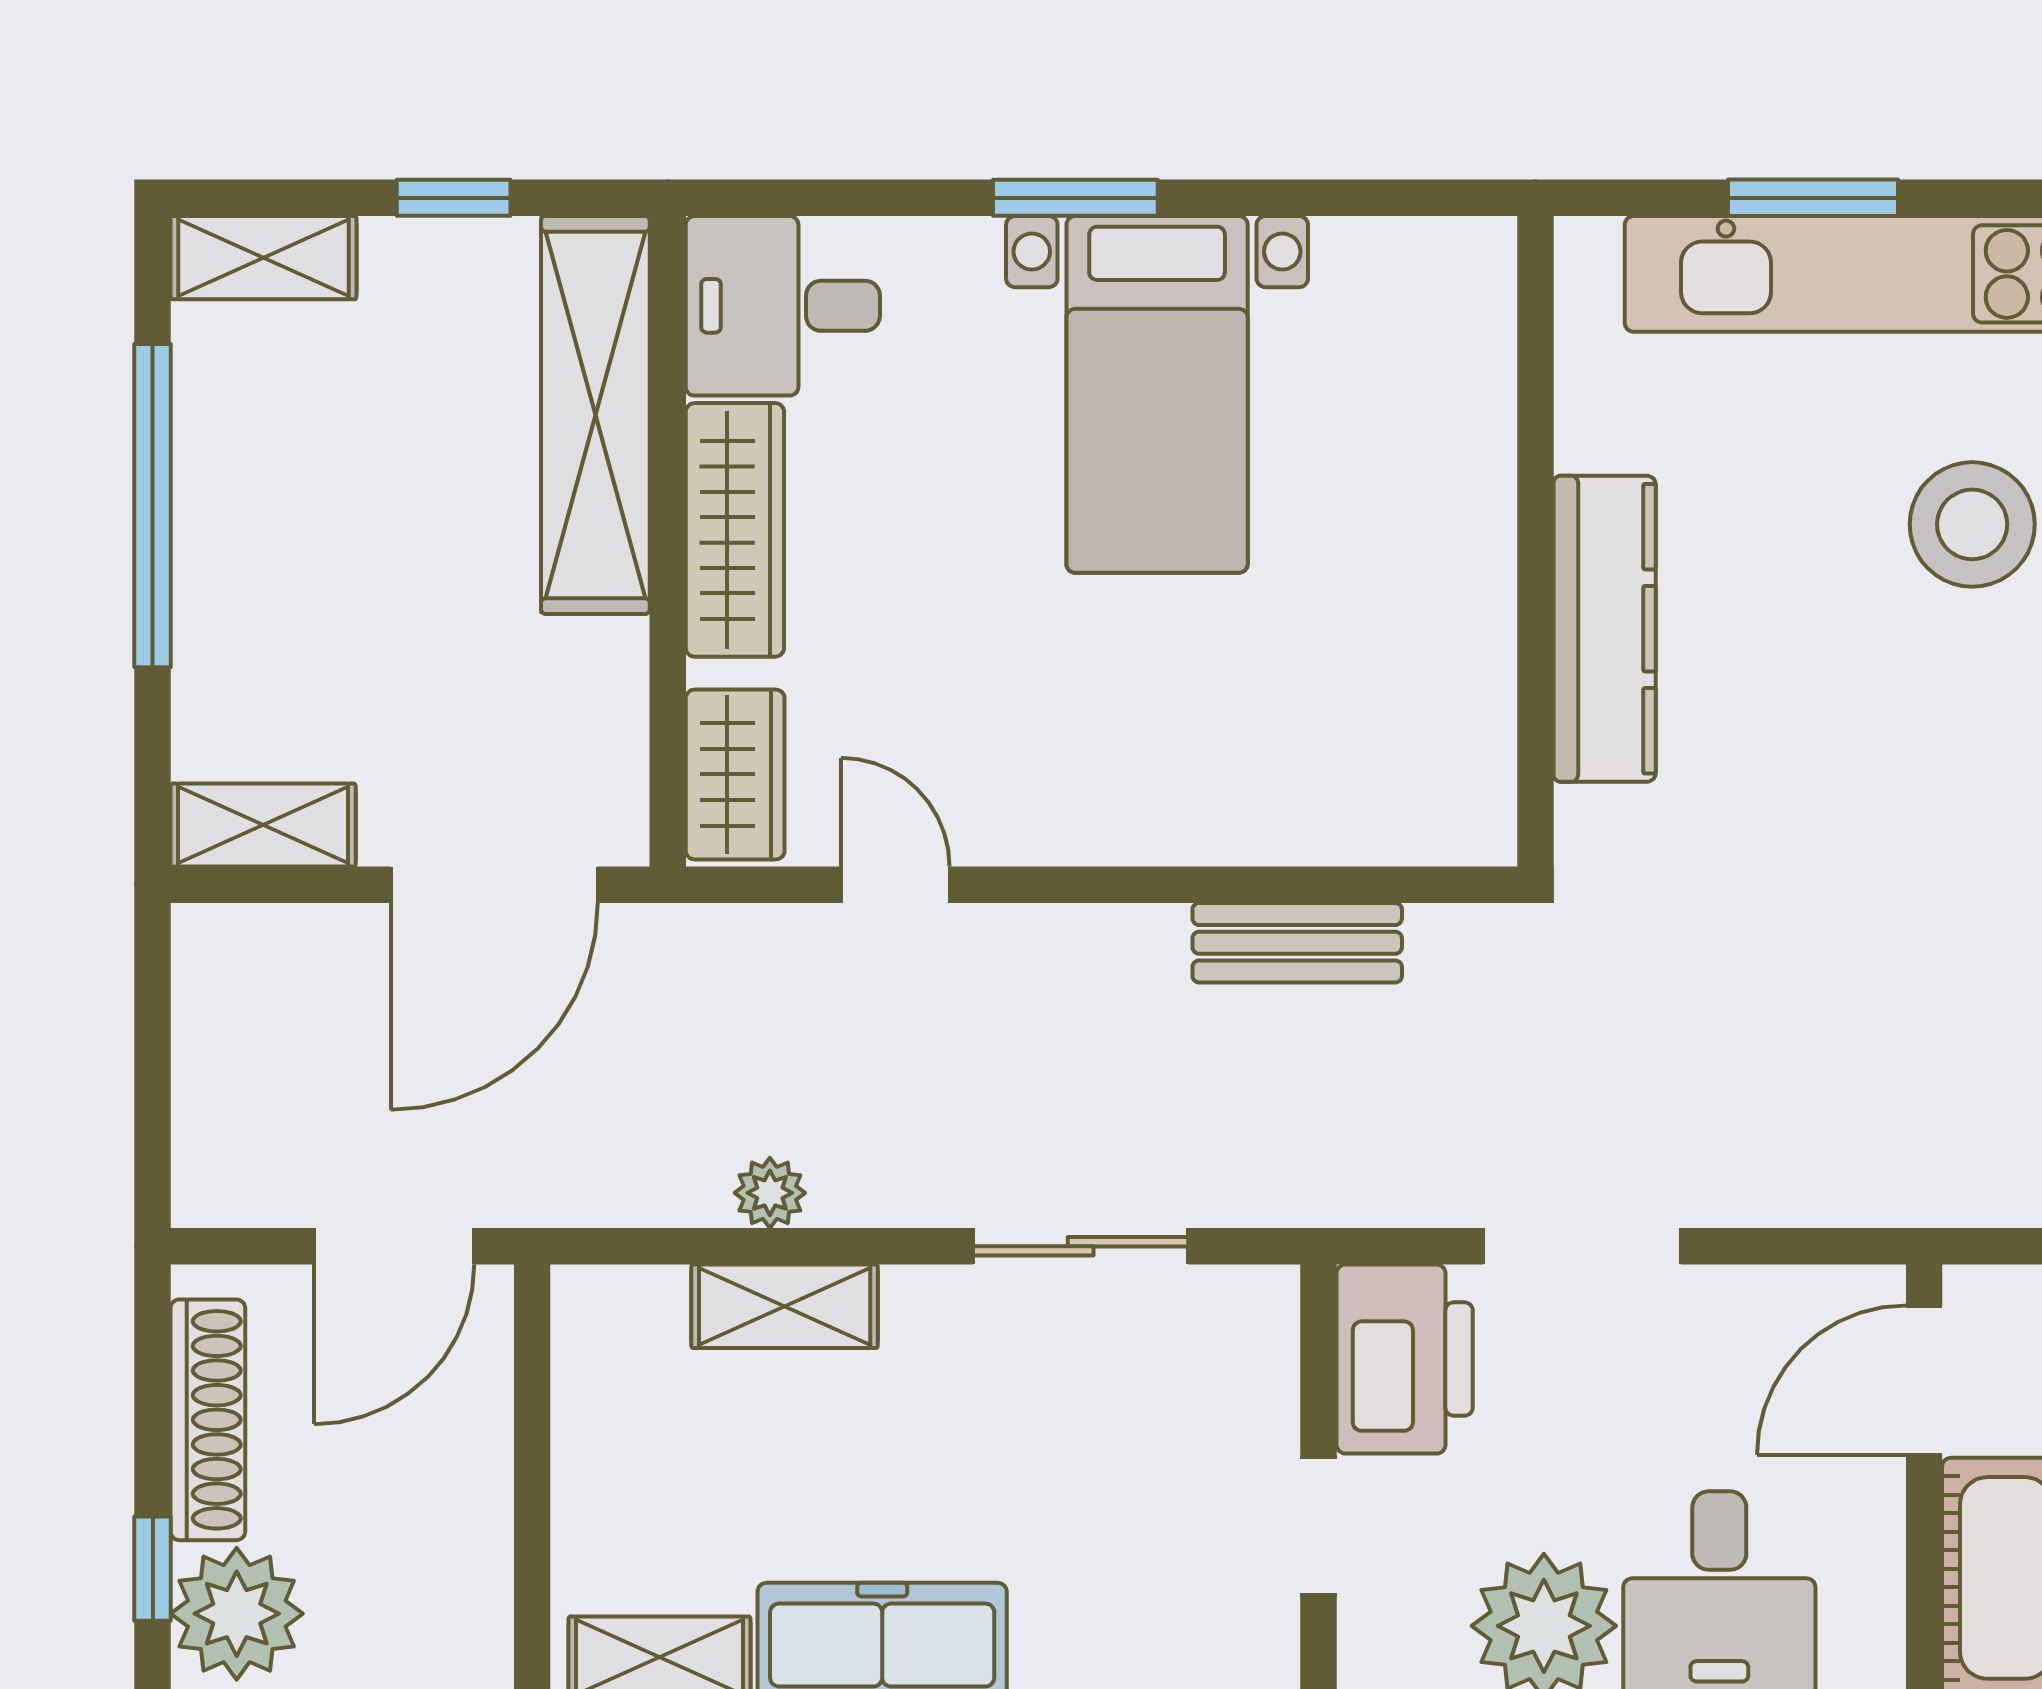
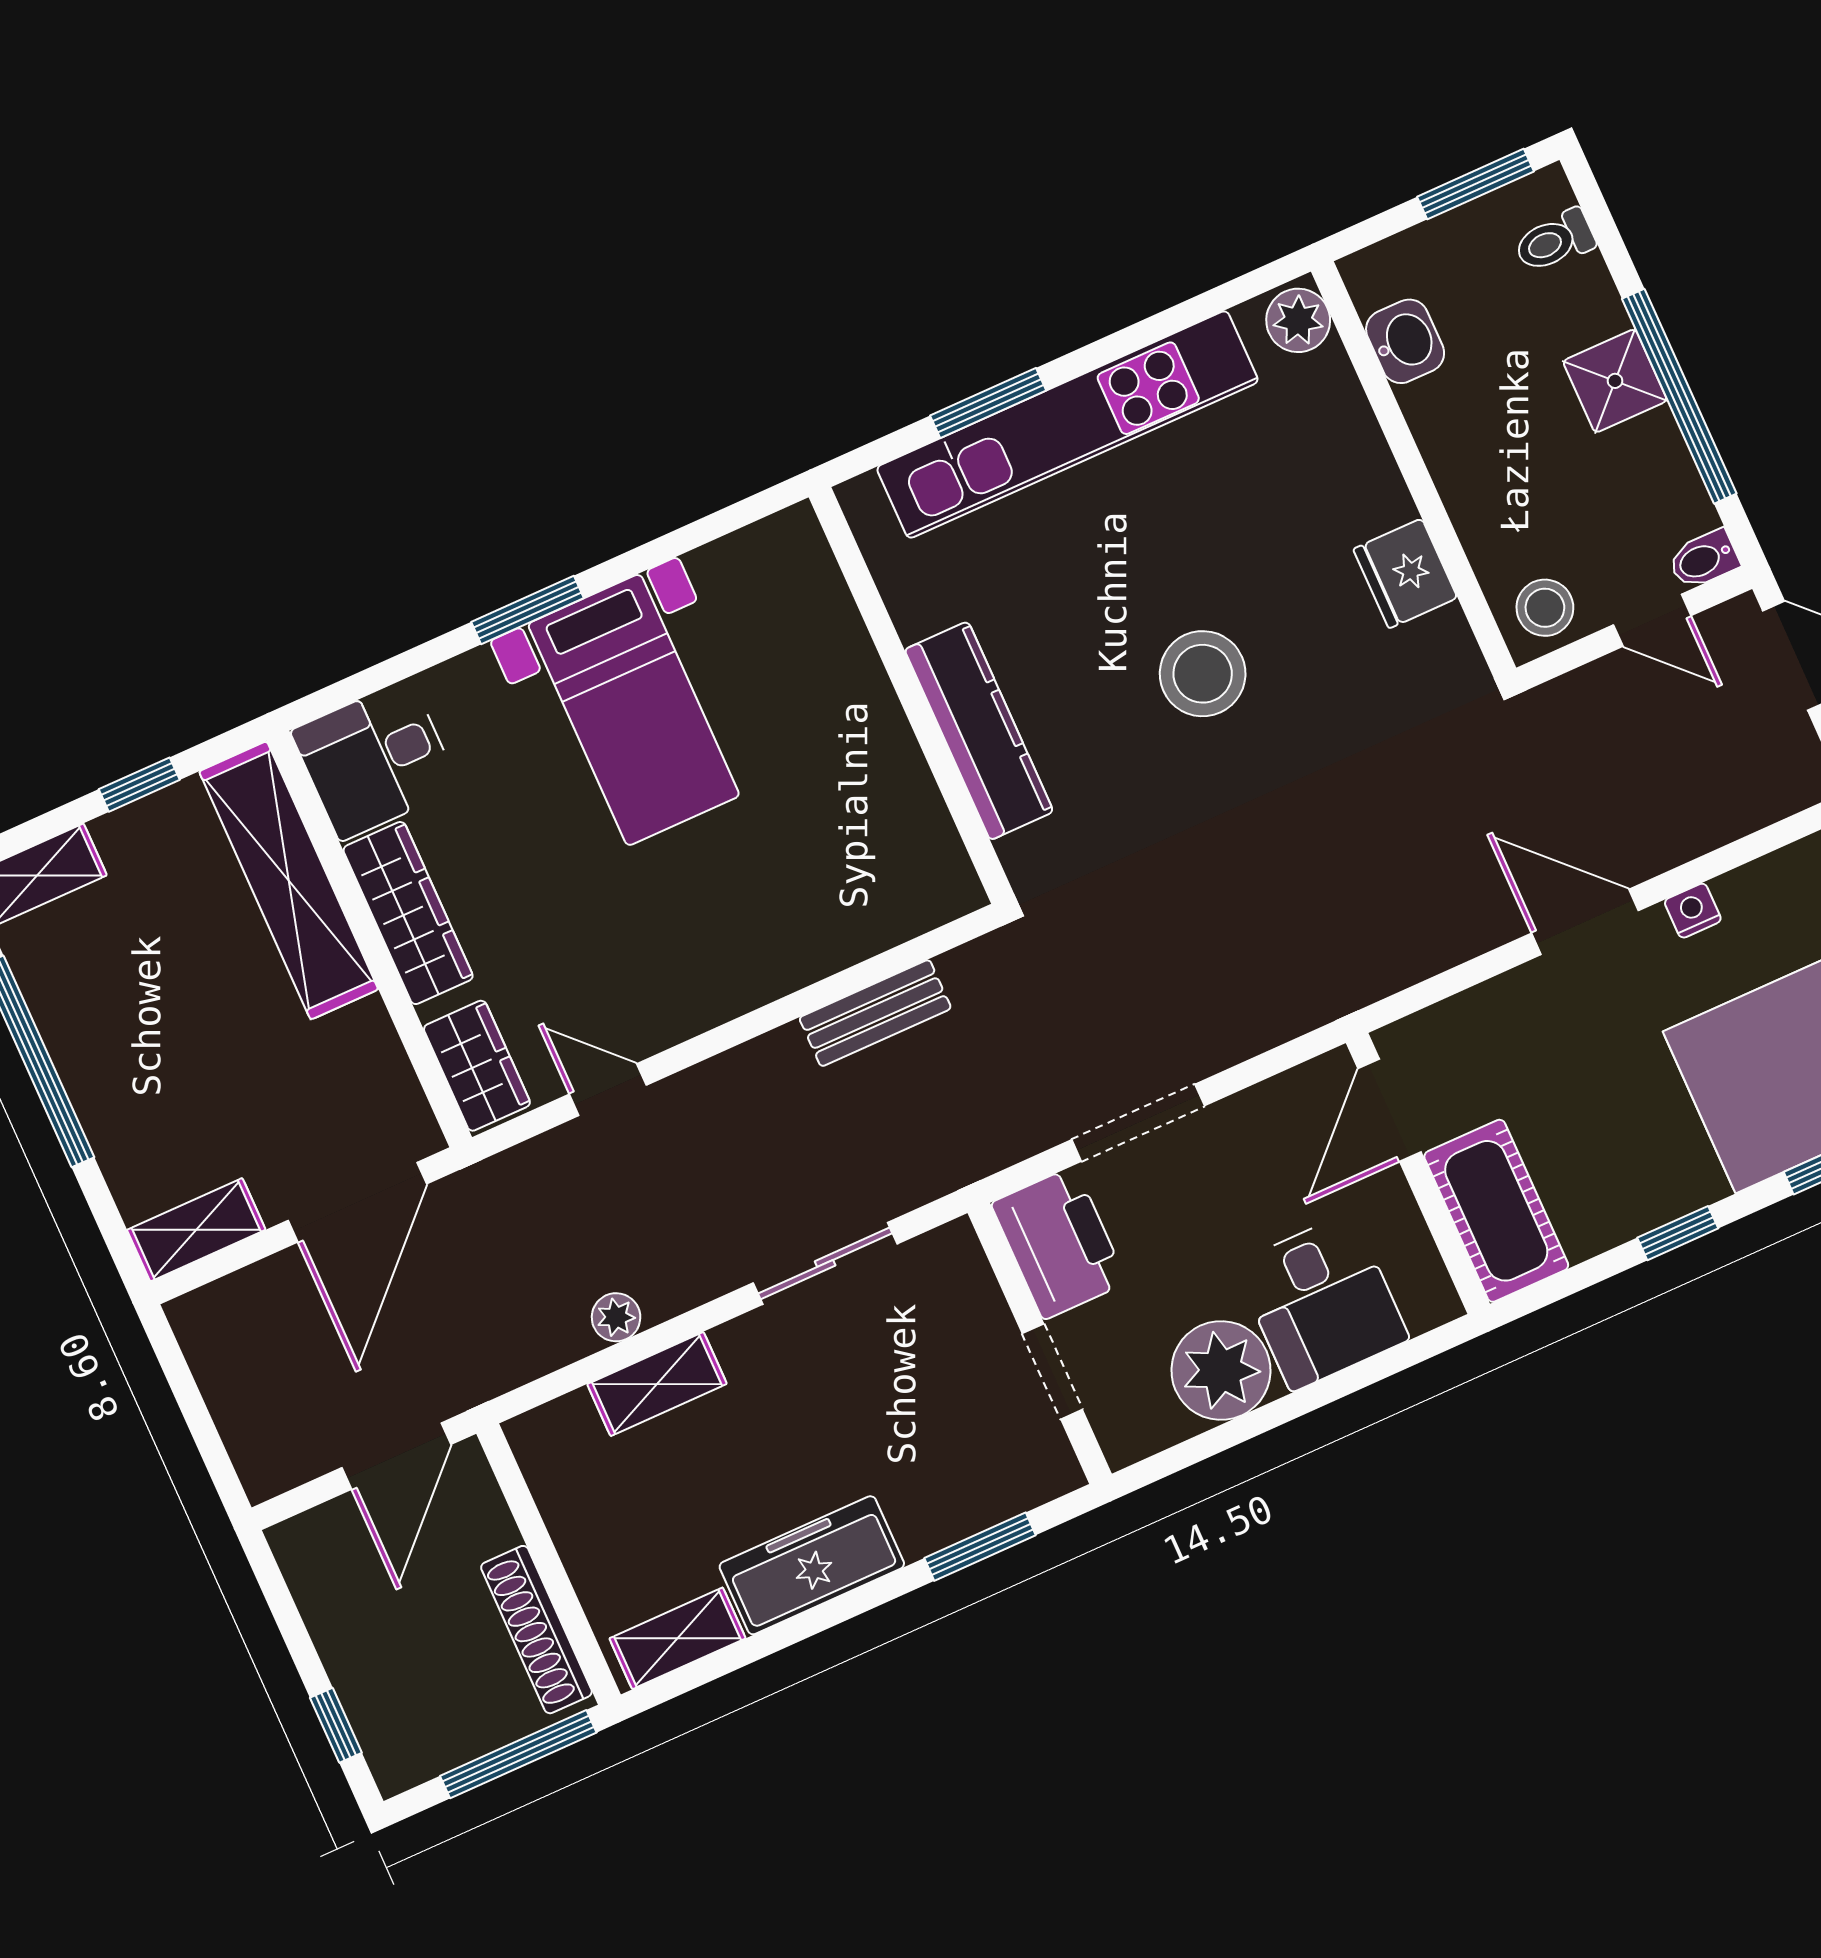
stool: (1972, 524) -> (1203, 674), moved
shoe rack: (208, 1420) -> (536, 1630), moved, turned 180
plant: (237, 1614) -> (401, 1730), removed

